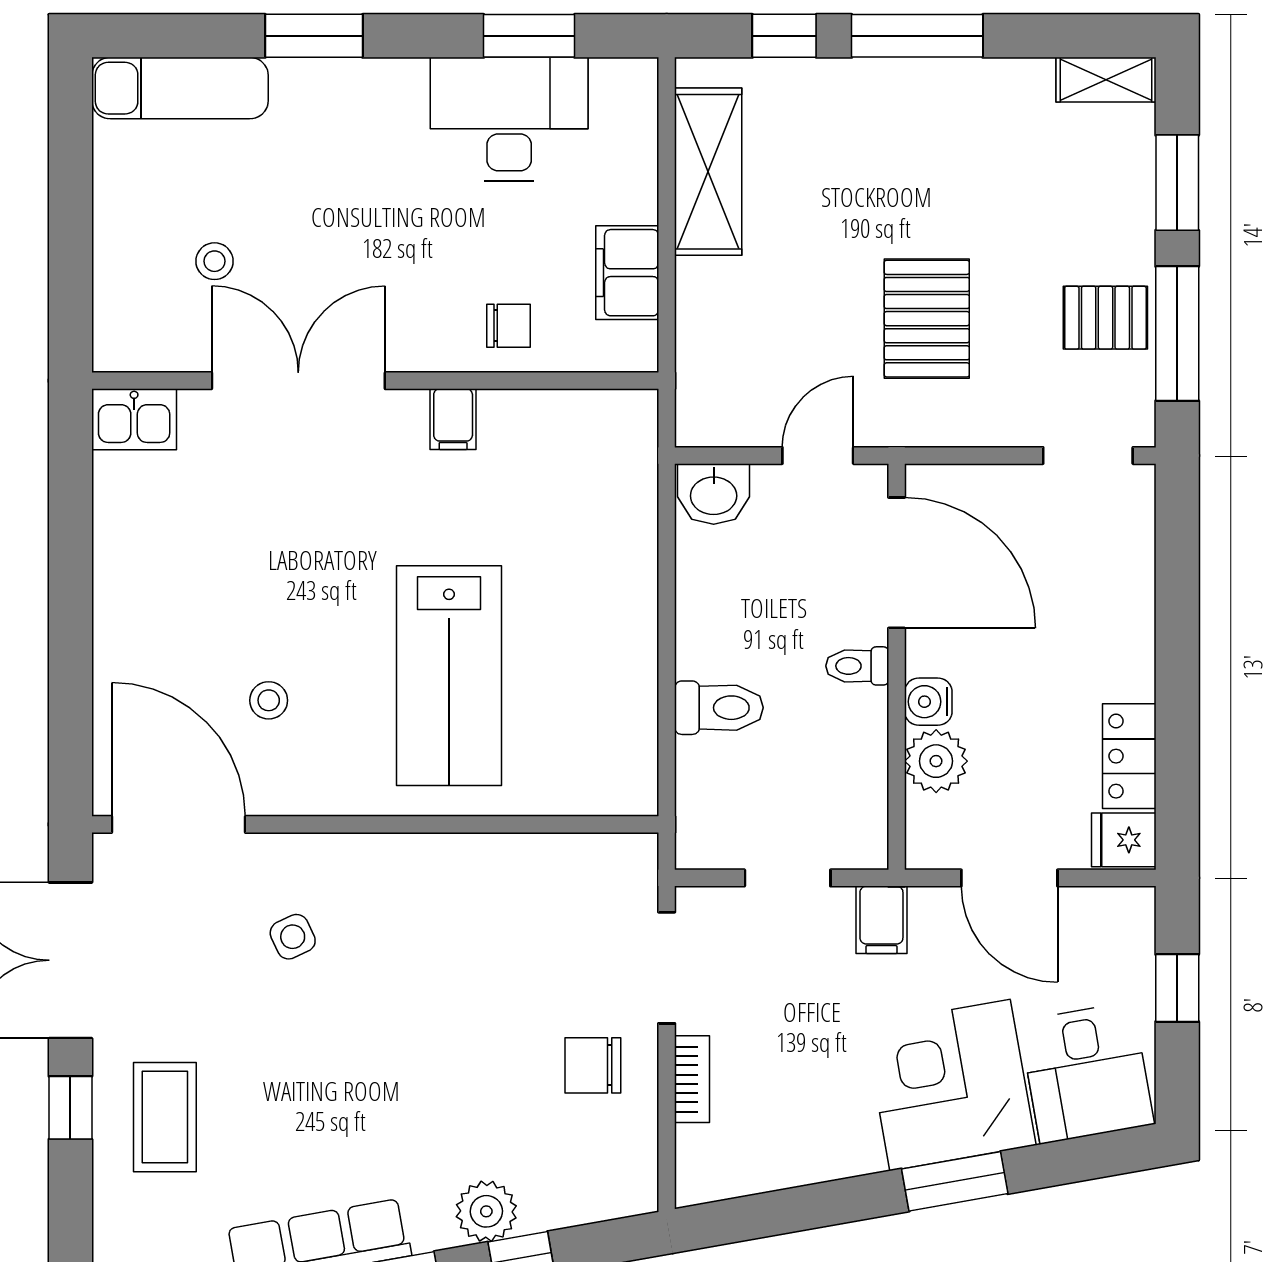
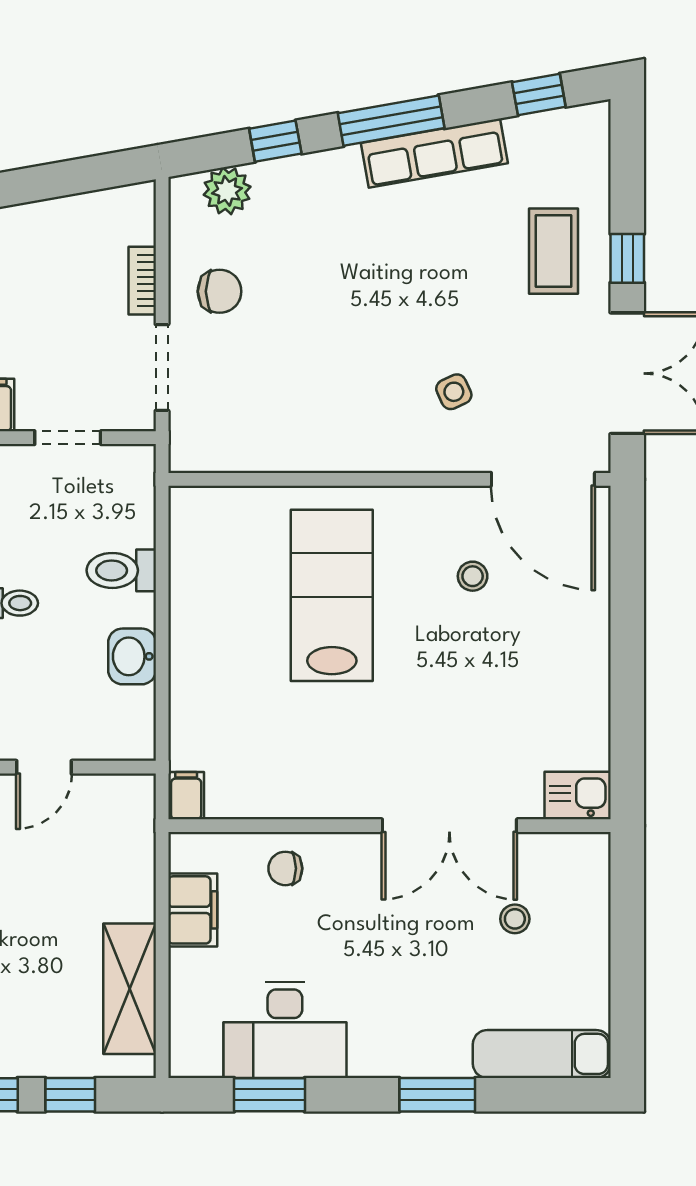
filing cabinet: (453, 419) -> (186, 796), moved
washbasin: (714, 494) -> (132, 656), moved, turned -90
plant: (486, 1211) -> (227, 191), moved

